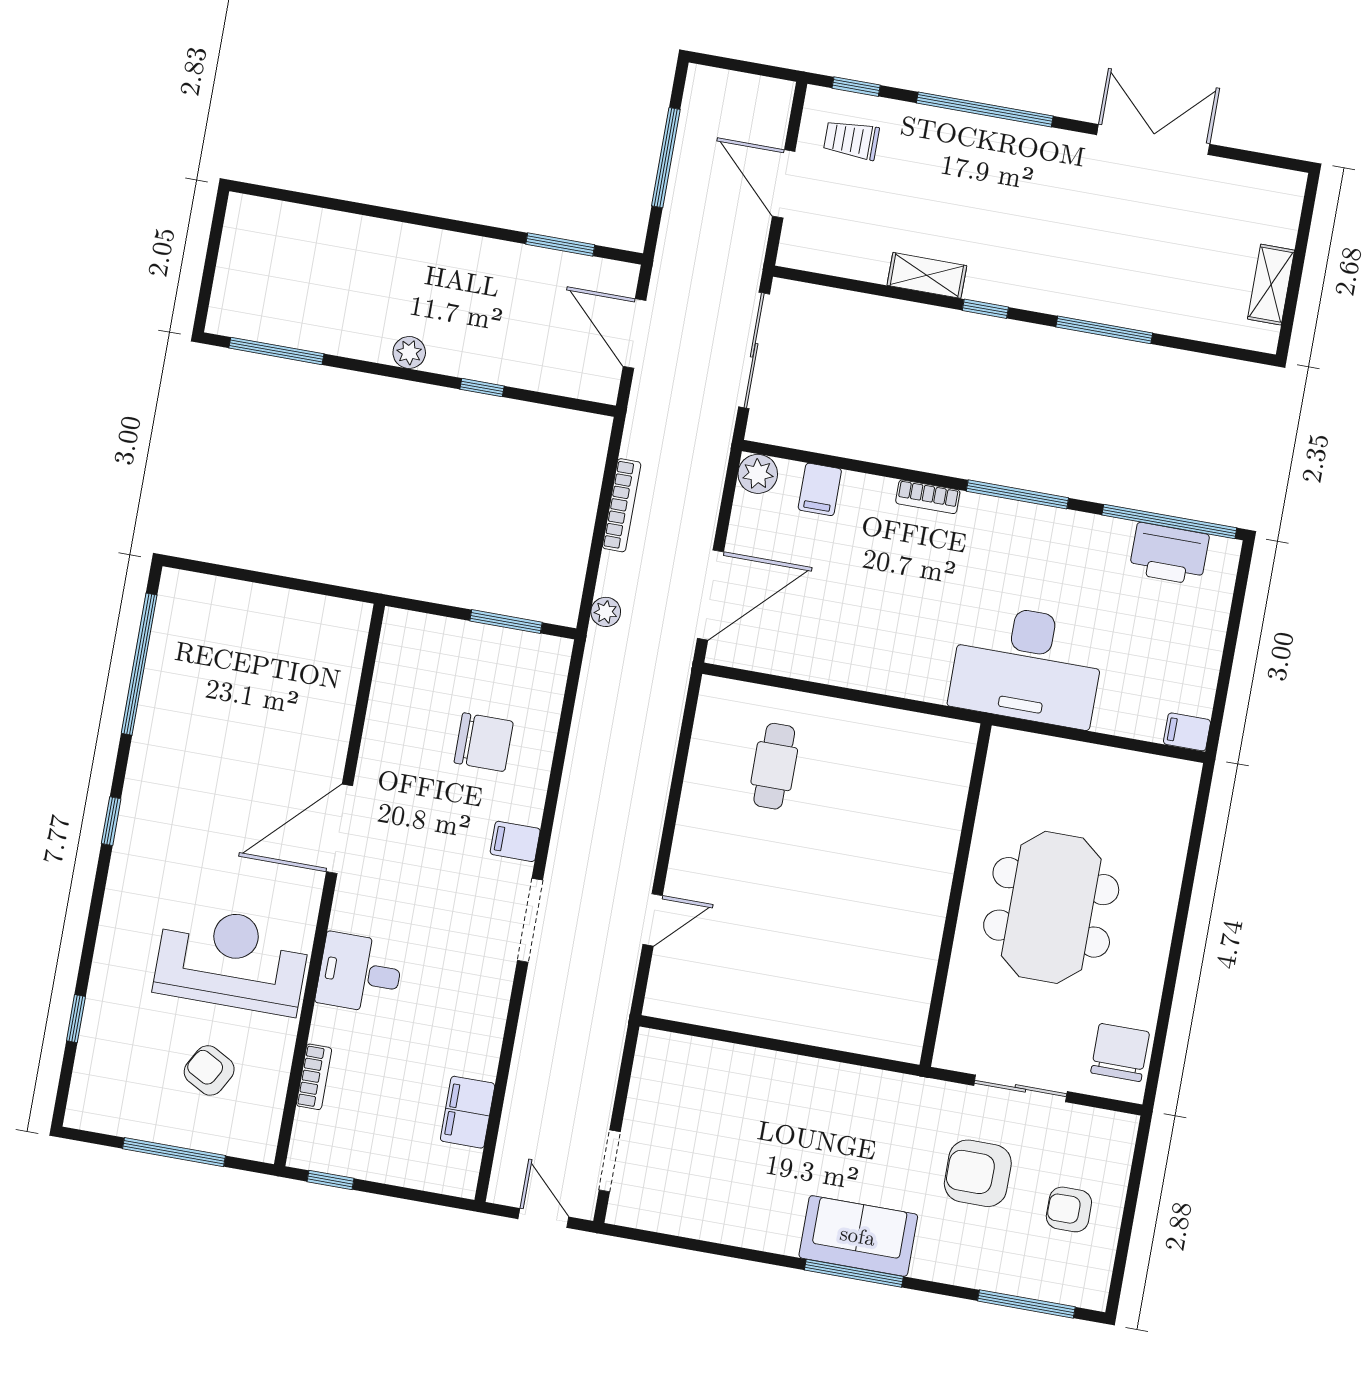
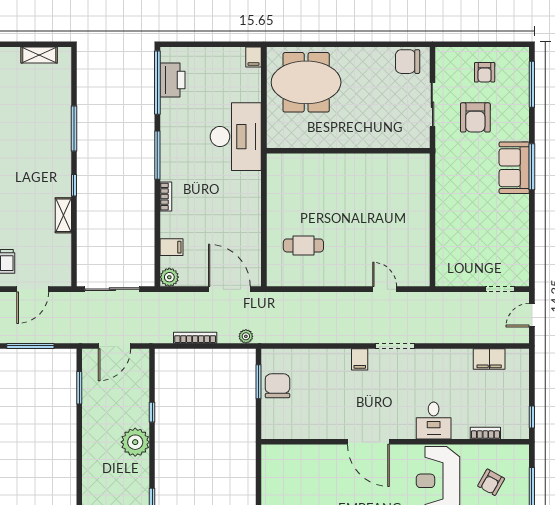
plant: (409, 352) -> (135, 442), width x1.88, depth x1.88
chair: (484, 742) -> (277, 386), moved
meeting table: (1051, 907) -> (306, 82), moved

